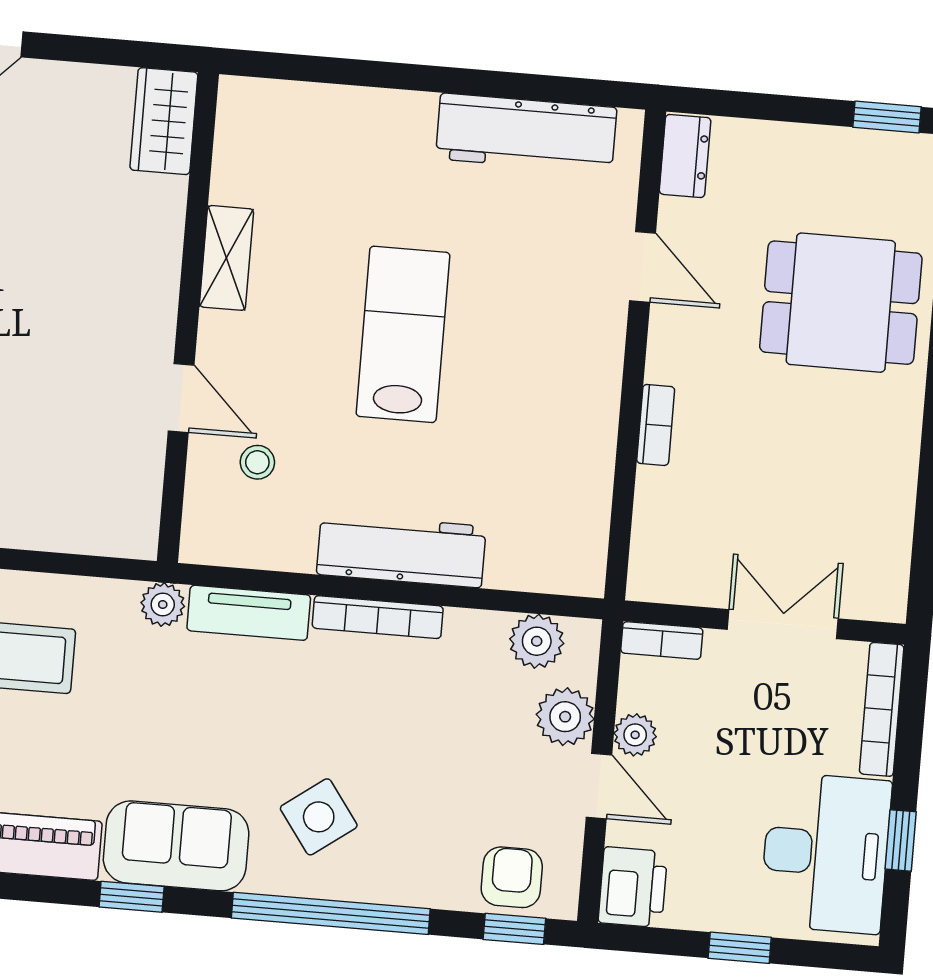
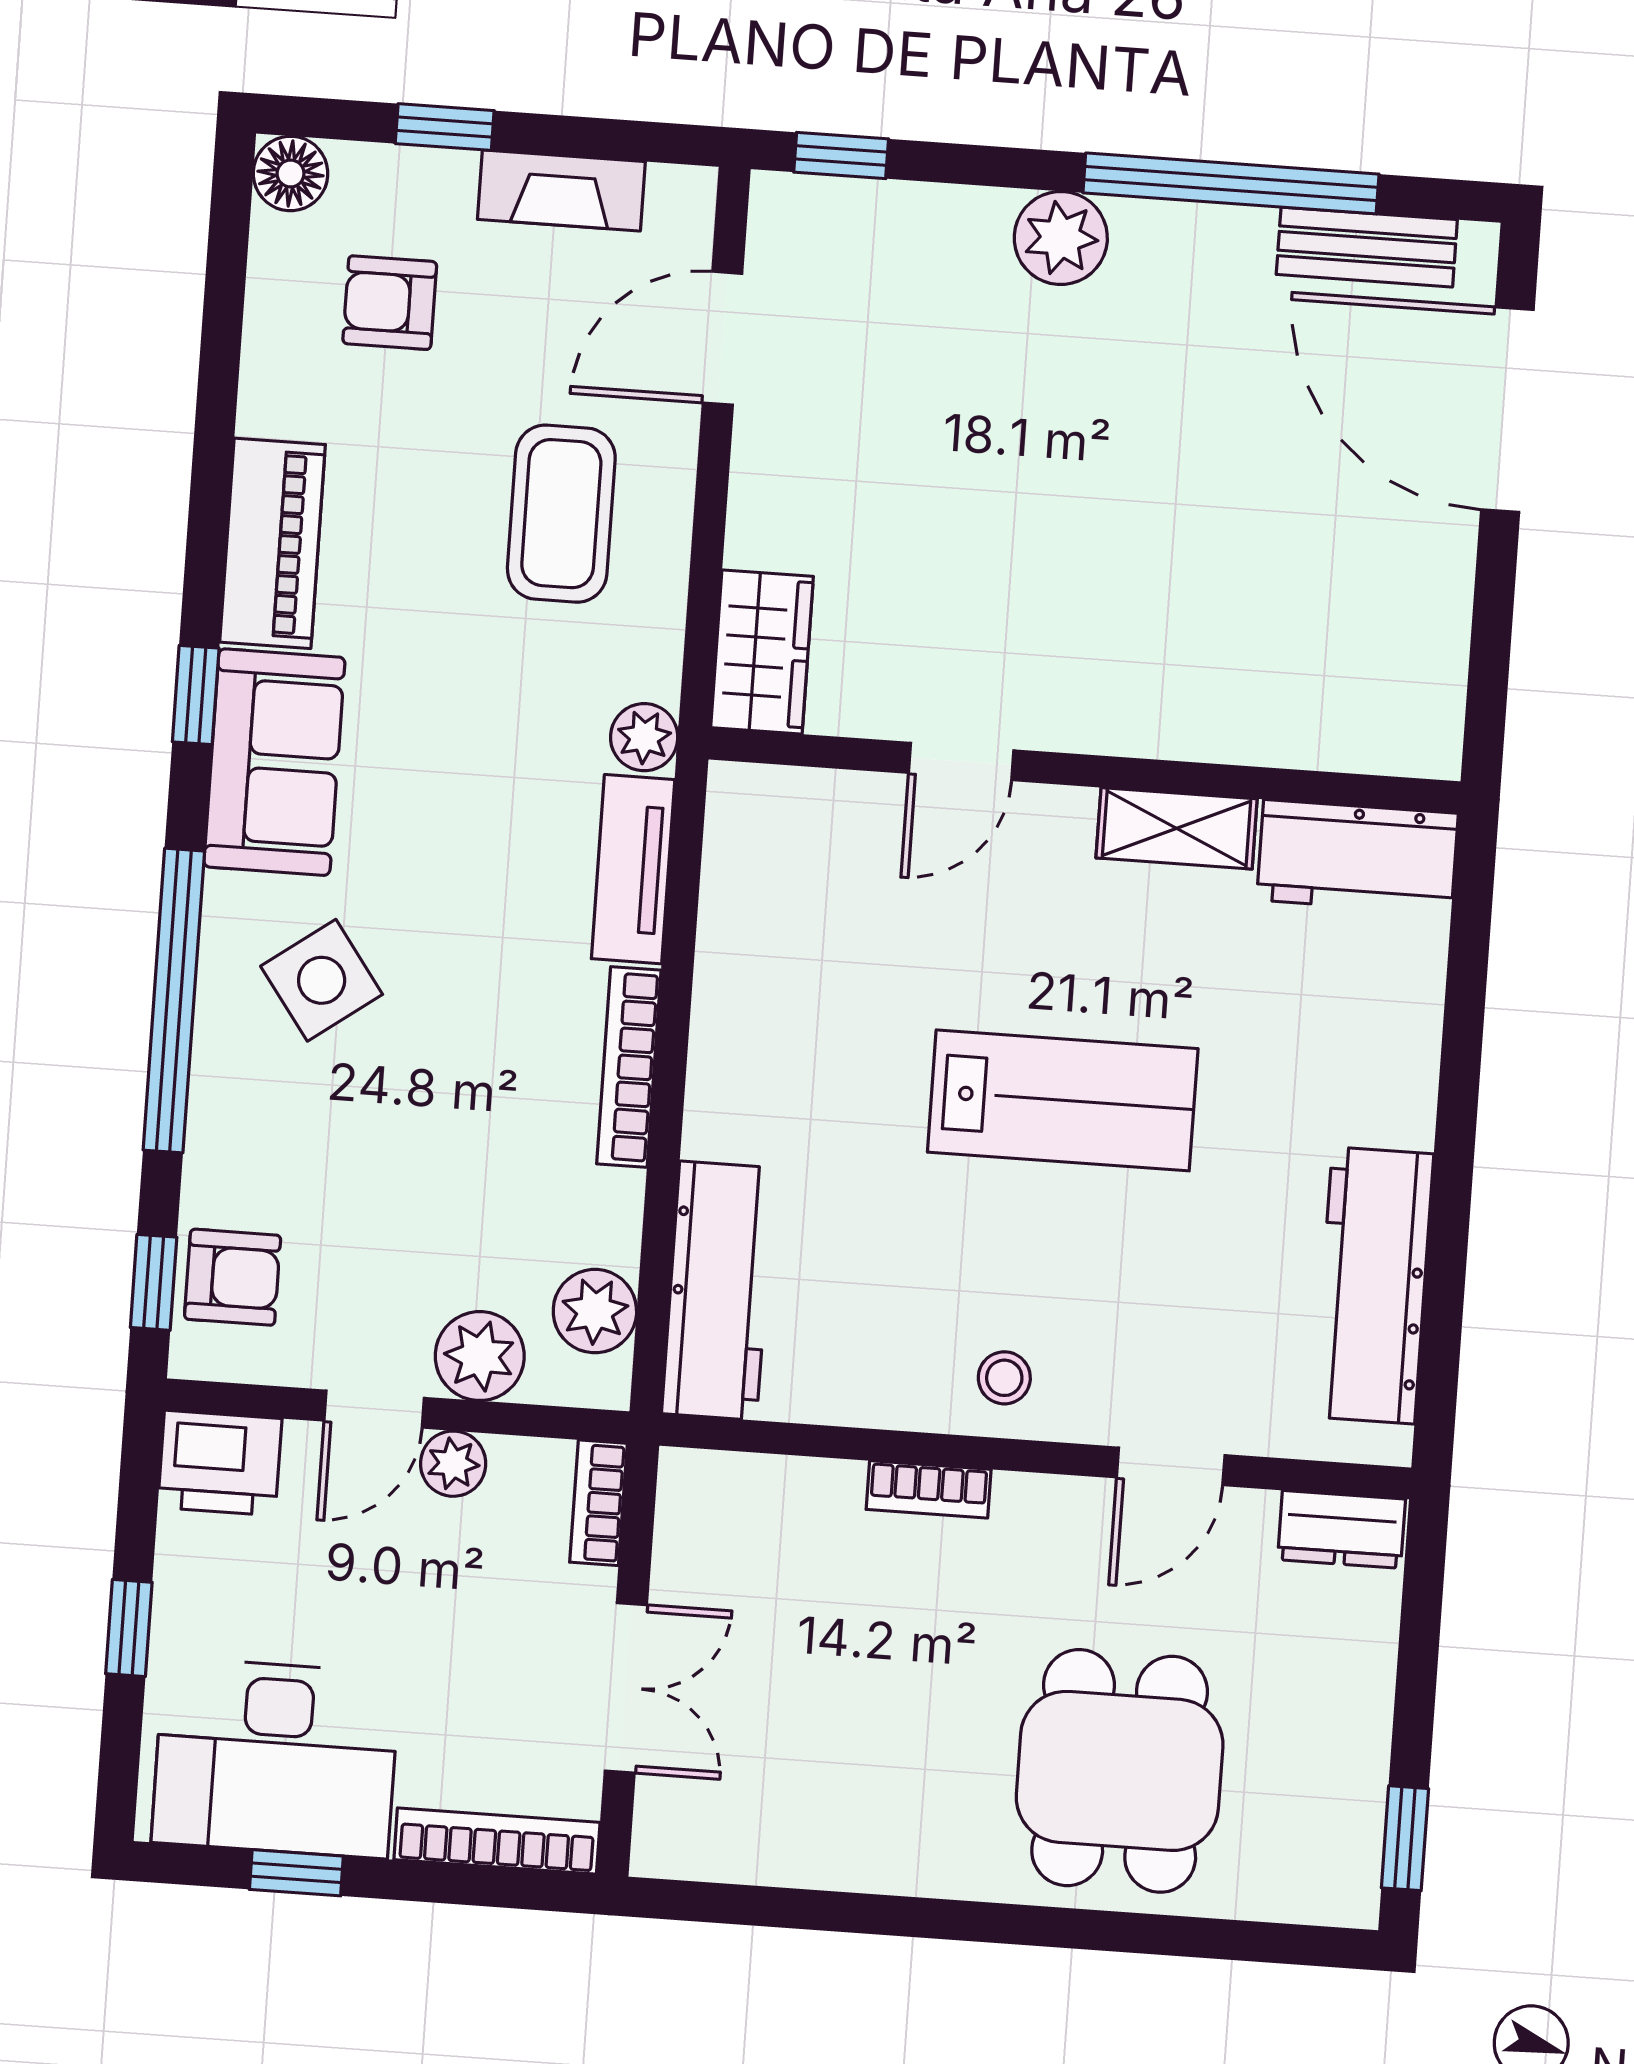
wardrobe: (164, 121) -> (762, 652), moved, turned 90
workbench: (246, 140) -> (1357, 857), added
stool: (257, 462) -> (1004, 1378), moved
workbench: (401, 550) -> (718, 1291), moved

